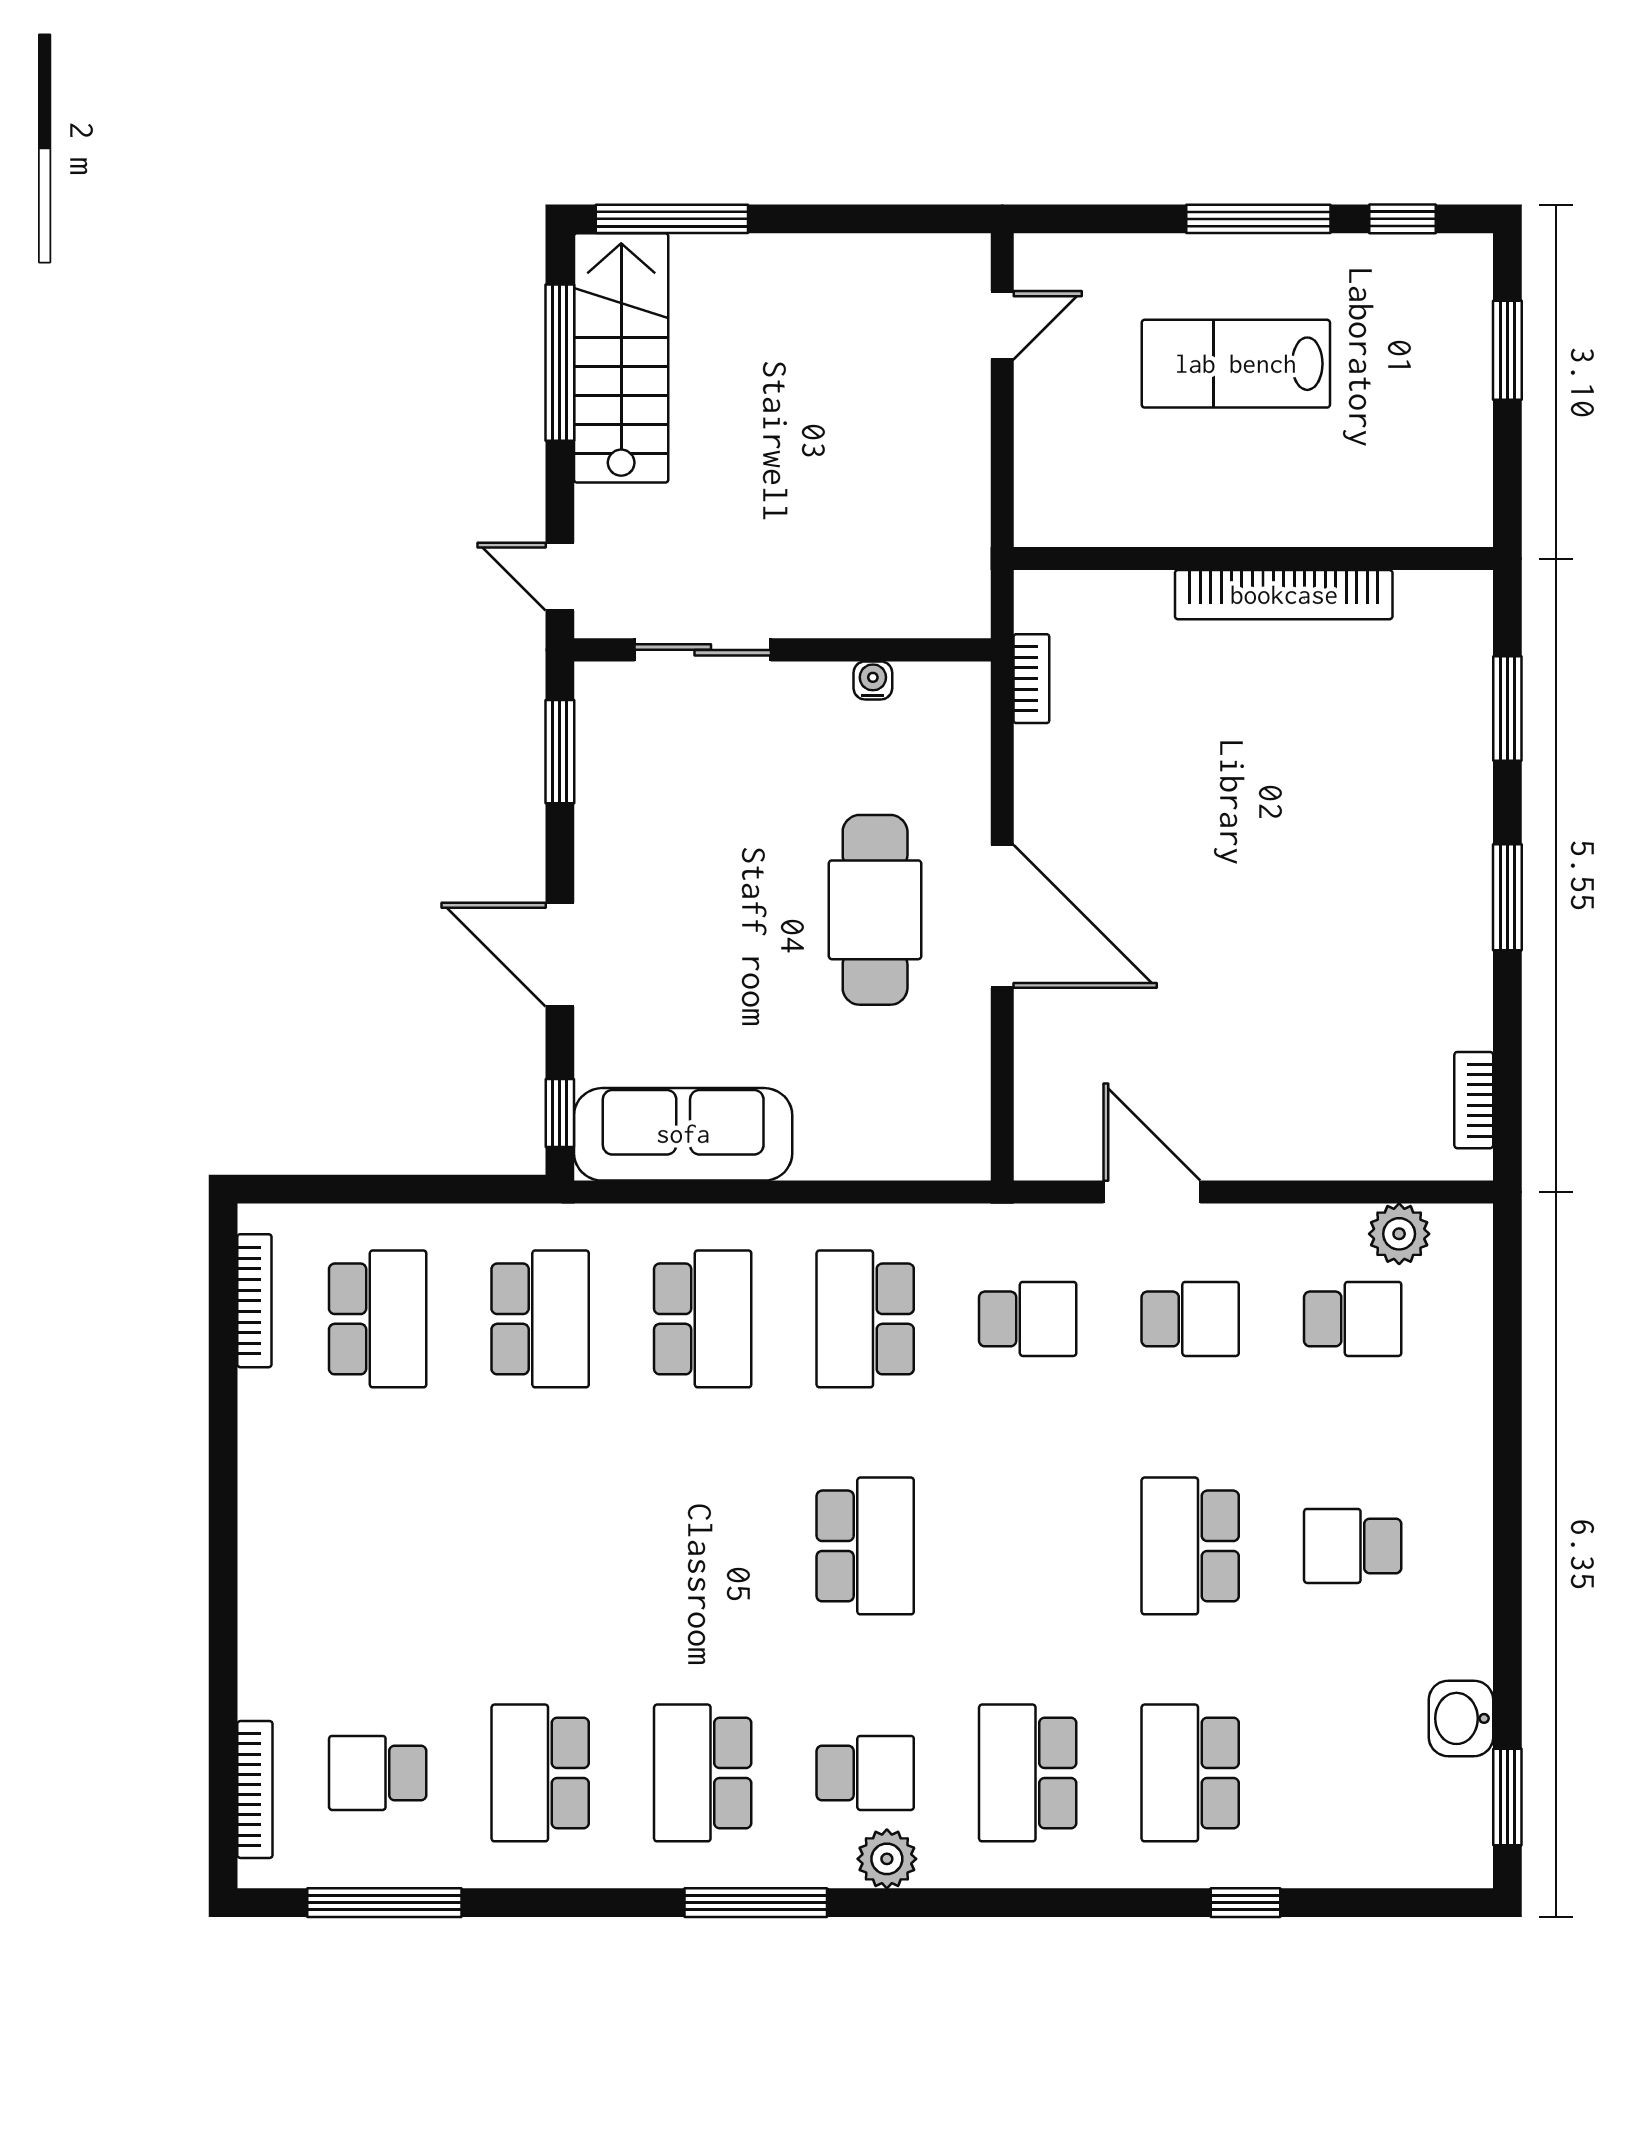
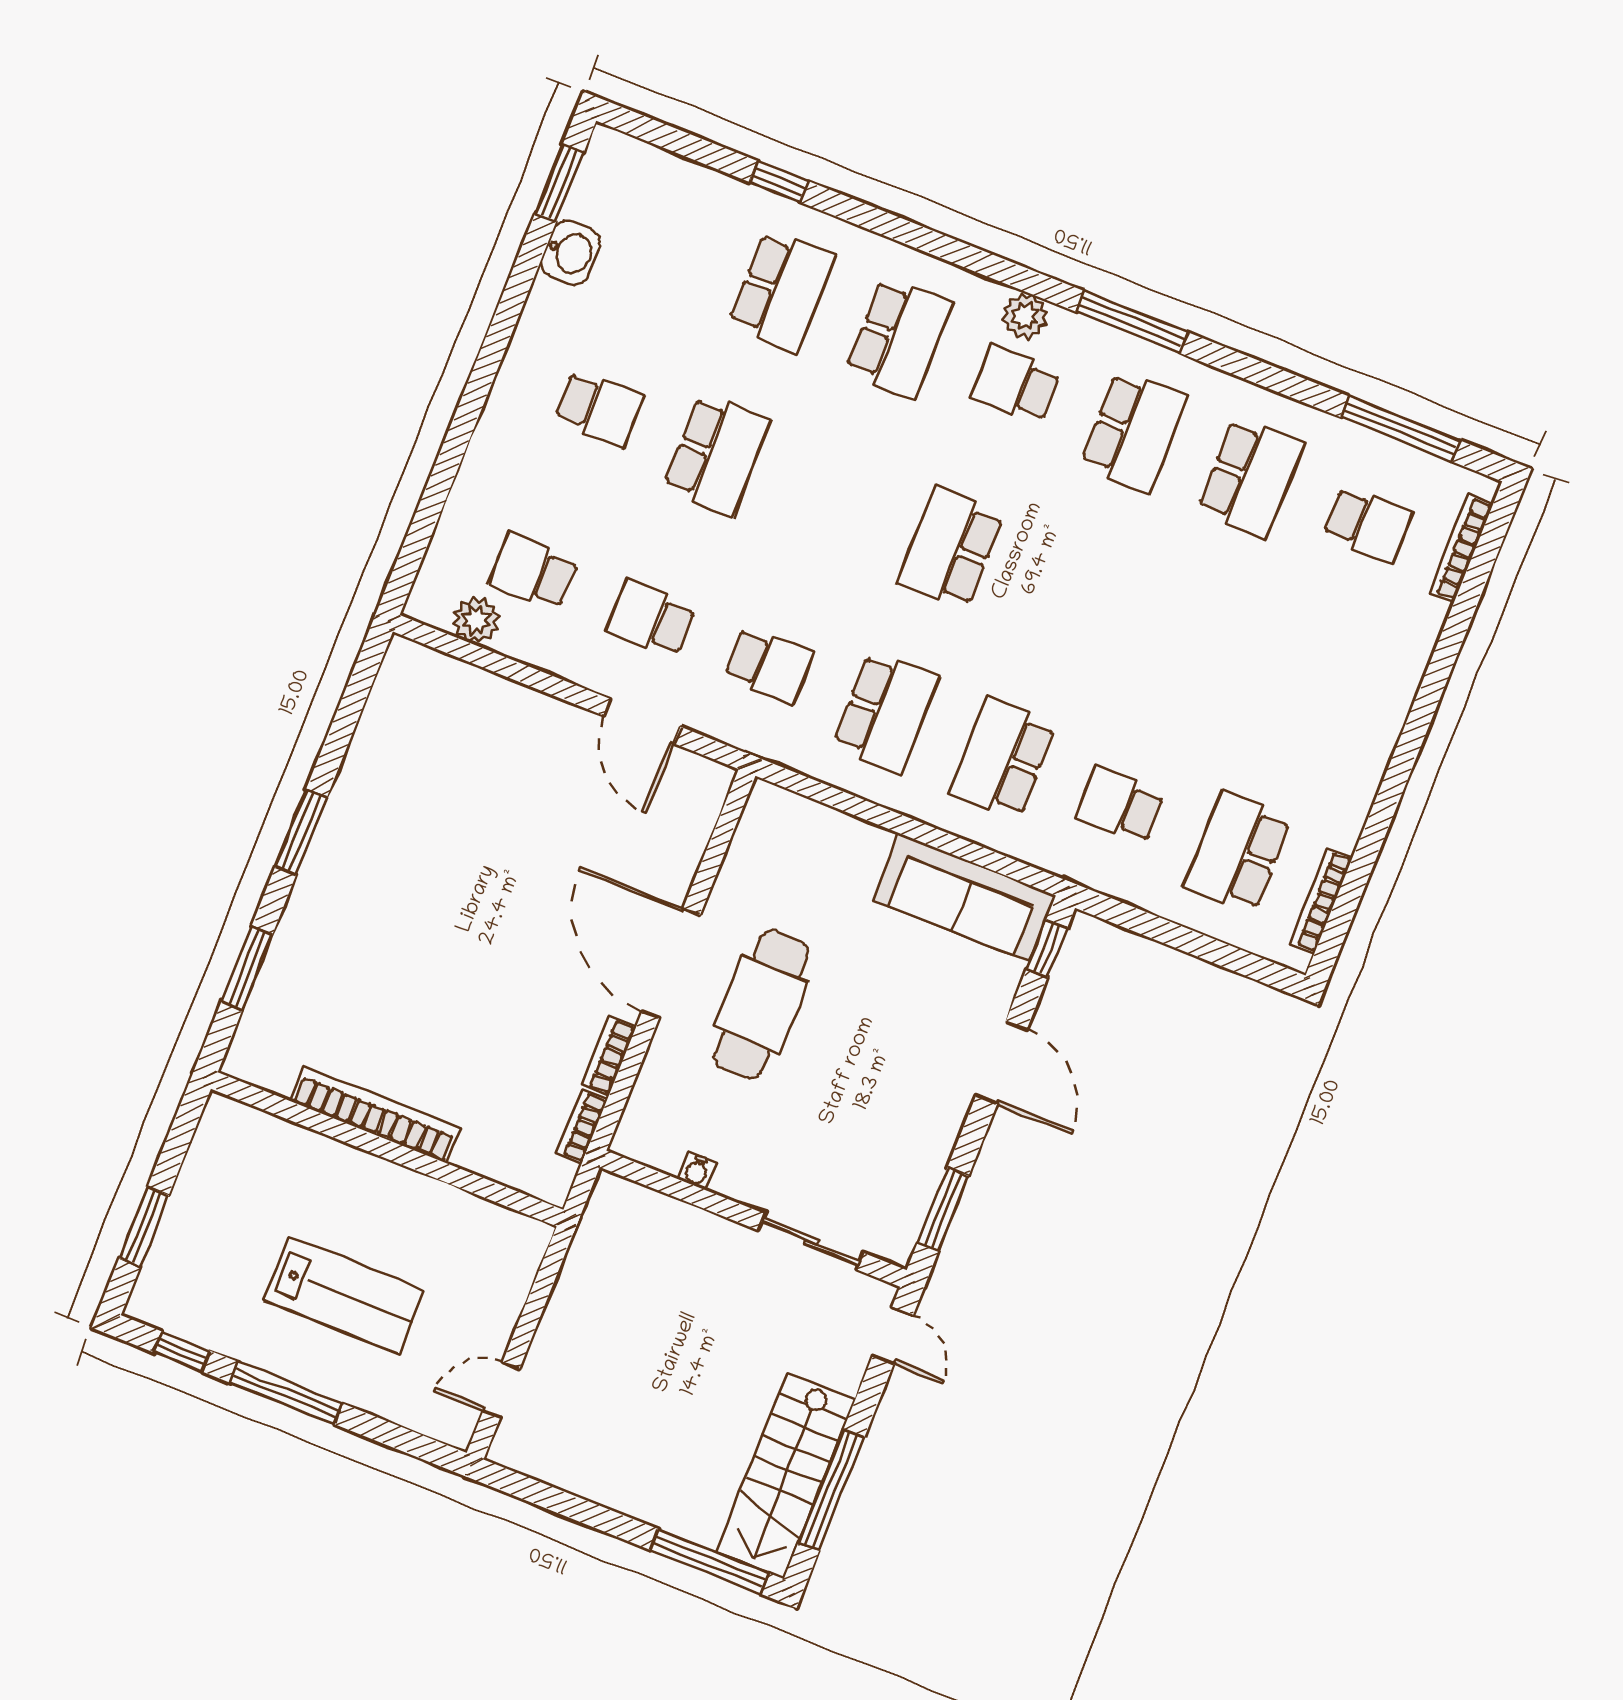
bookcase: (1474, 1100) -> (609, 1056), moved, turned 180
school desk: (540, 1319) -> (1120, 805), width x0.54
school desk: (1028, 1319) -> (768, 665), turned 180

